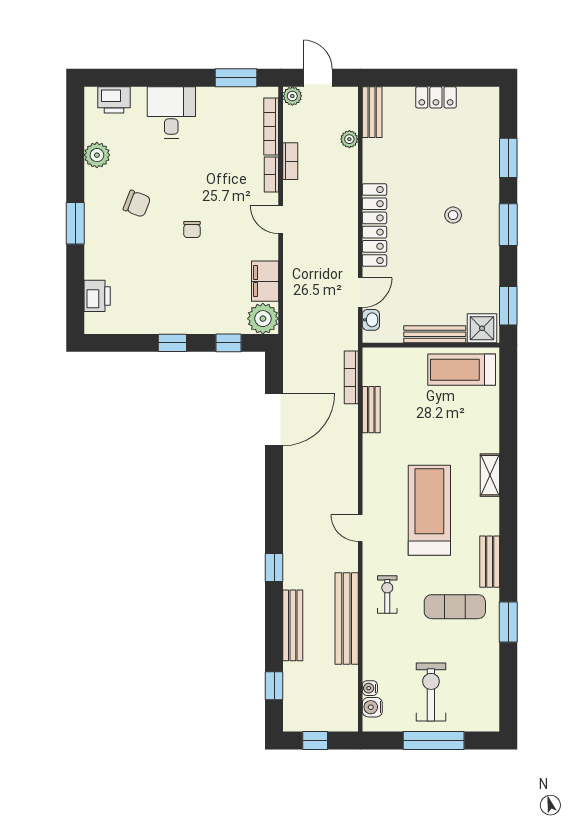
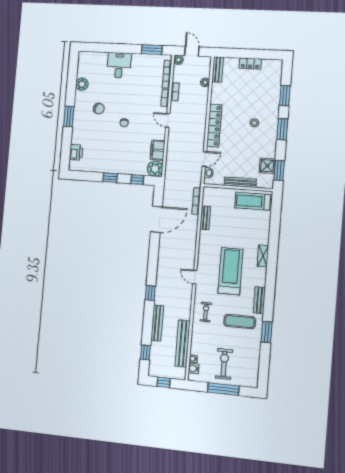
printer: (114, 100) -> (92, 58), removed
shower: (482, 328) -> (267, 166), moved
bench: (347, 618) -> (183, 343), moved

